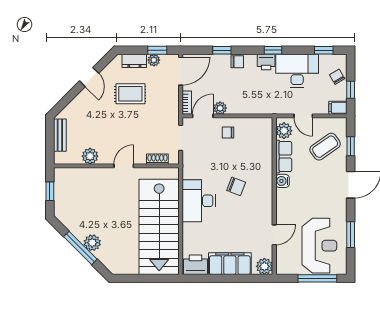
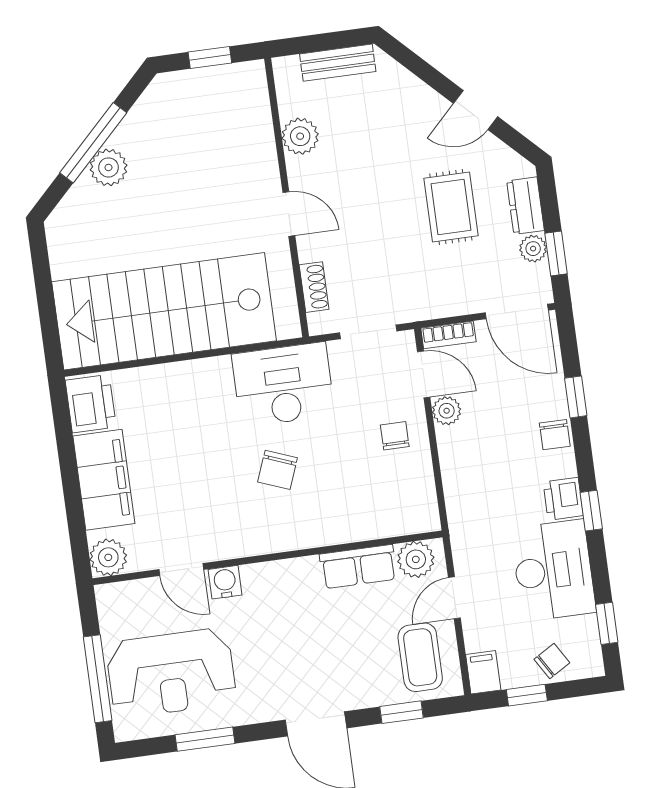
coffee table: (325, 147) -> (420, 657), moved, turned 35
water cooler: (282, 181) -> (225, 582), moved
desk: (199, 201) -> (283, 385), moved

